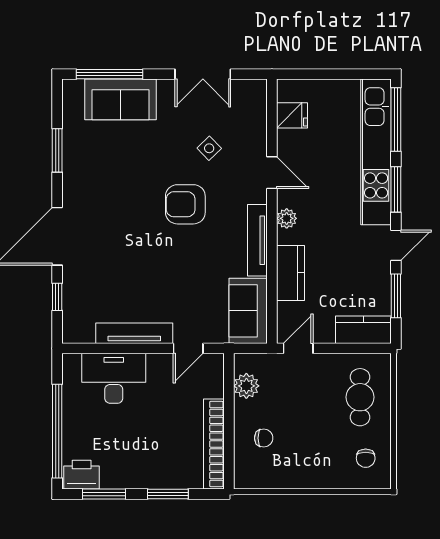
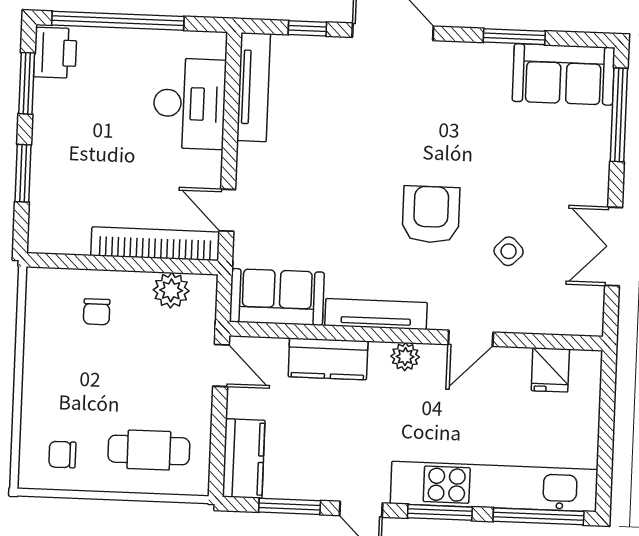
sofa: (121, 99) -> (564, 74), moved, turned -90
tv unit: (134, 333) -> (254, 87), moved
bookcase: (214, 444) -> (155, 244), moved

